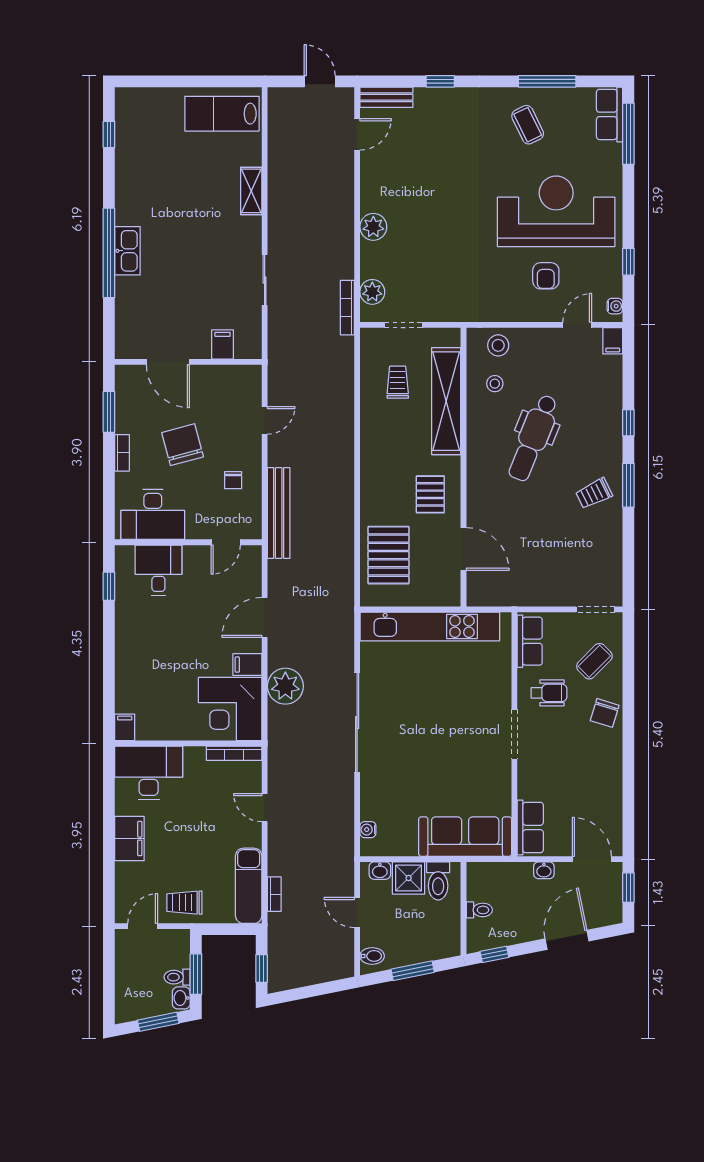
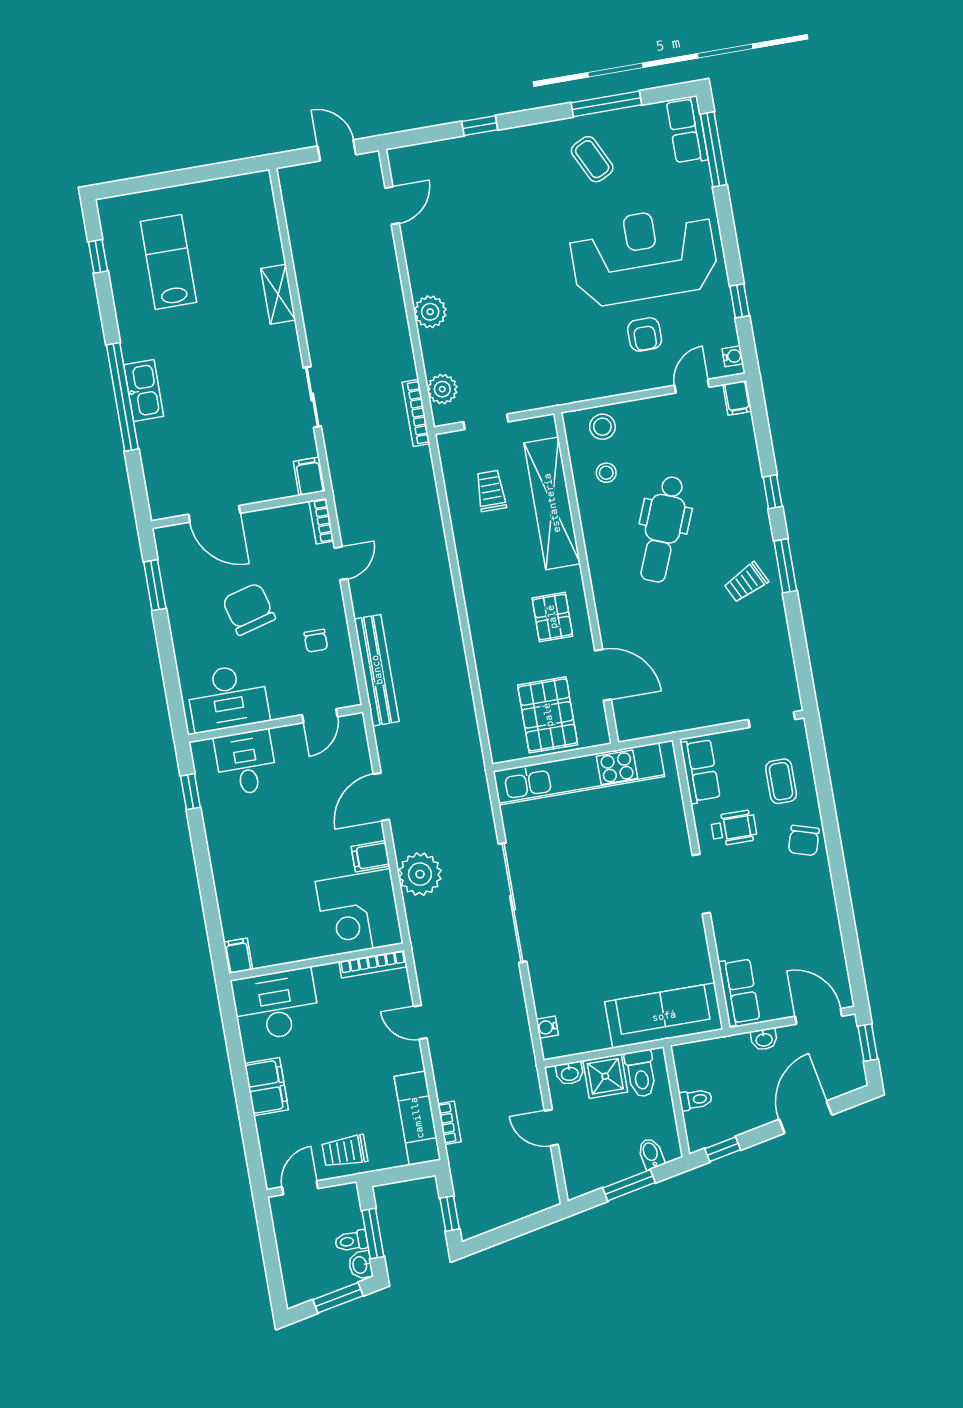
bench: (386, 97) -> (419, 156), removed
lab bench: (222, 114) -> (168, 262), moved, turned 90
filing cabinet: (223, 345) -> (309, 476), moved
bookcase: (122, 453) -> (321, 521), moved, turned 180
pallet: (388, 555) -> (548, 715), moved
coffee table: (594, 661) -> (781, 781), turned -45
bidet: (372, 956) -> (651, 1154), moved, turned -101

